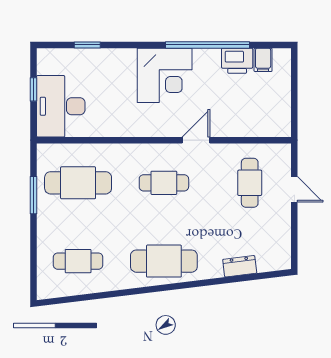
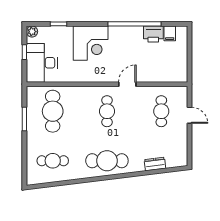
plant: (45, 57) -> (32, 32), added
corner desk: (165, 75) -> (91, 43), moved
cafe table: (78, 183) -> (53, 111), turned 90
cafe table: (164, 183) -> (107, 111), turned 90

